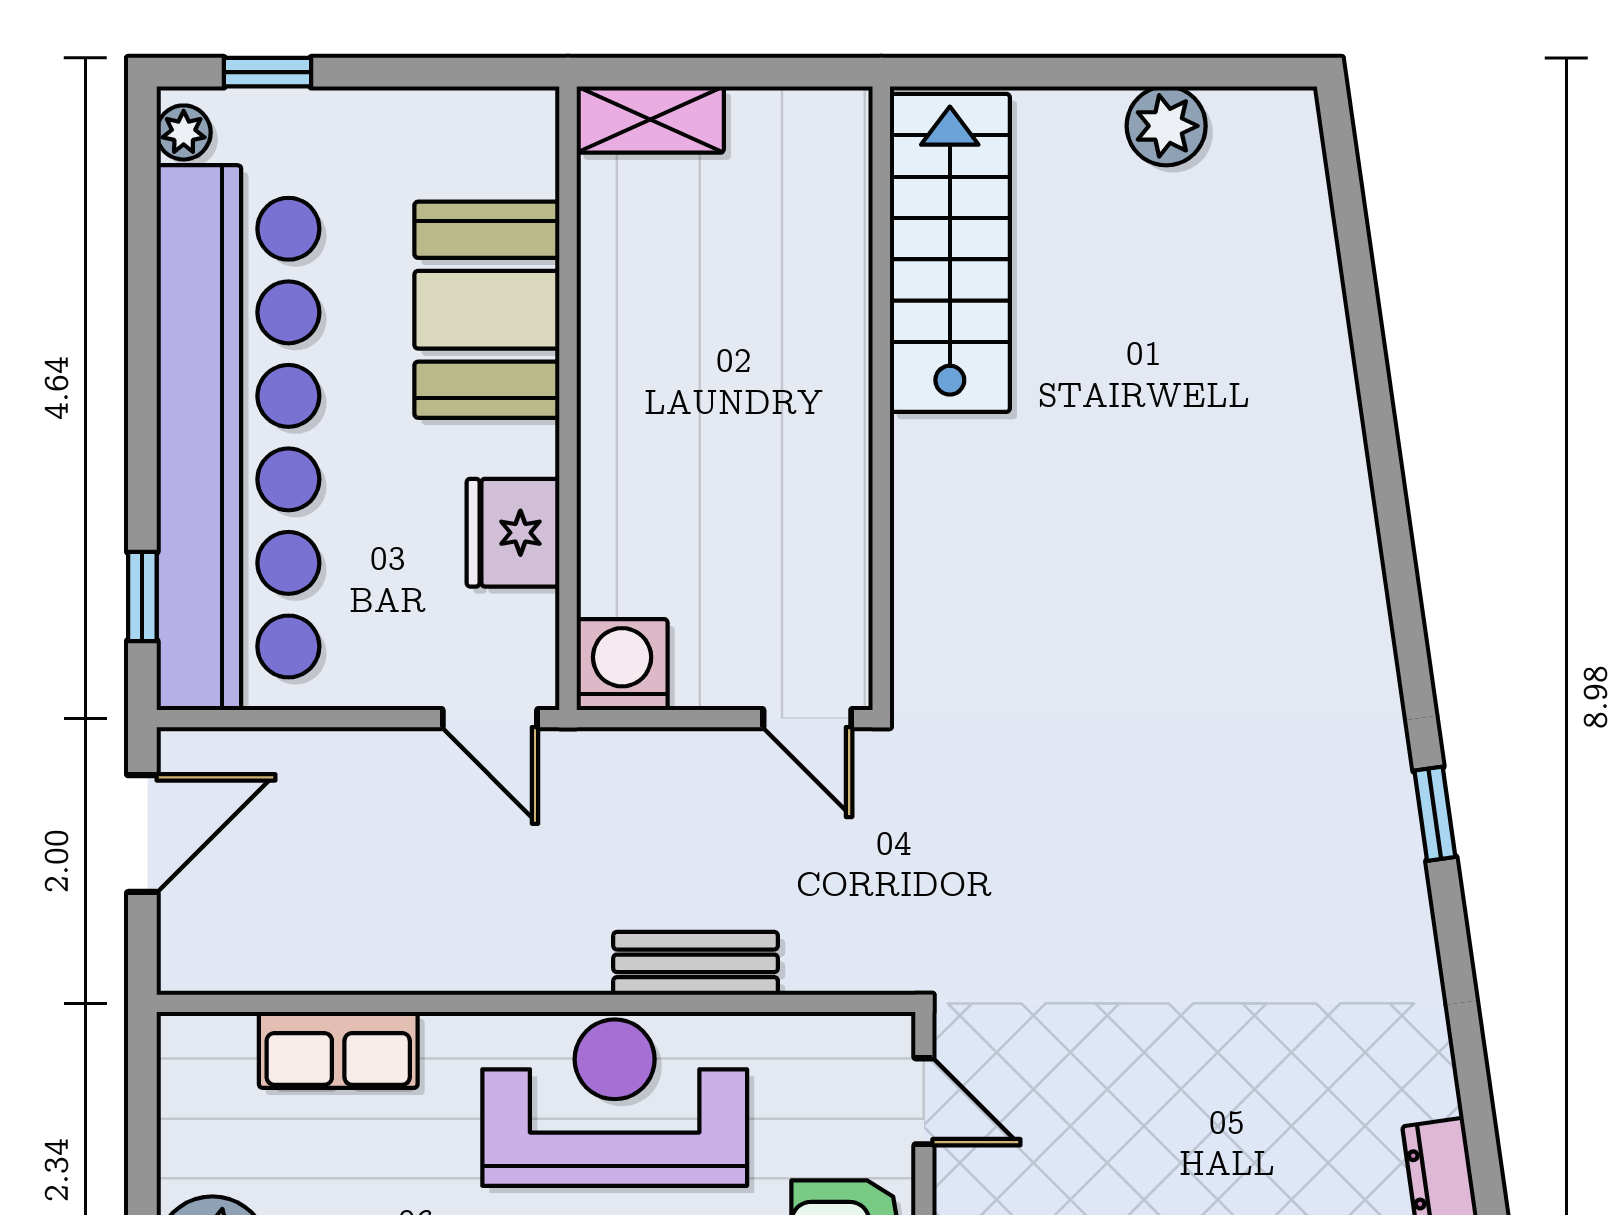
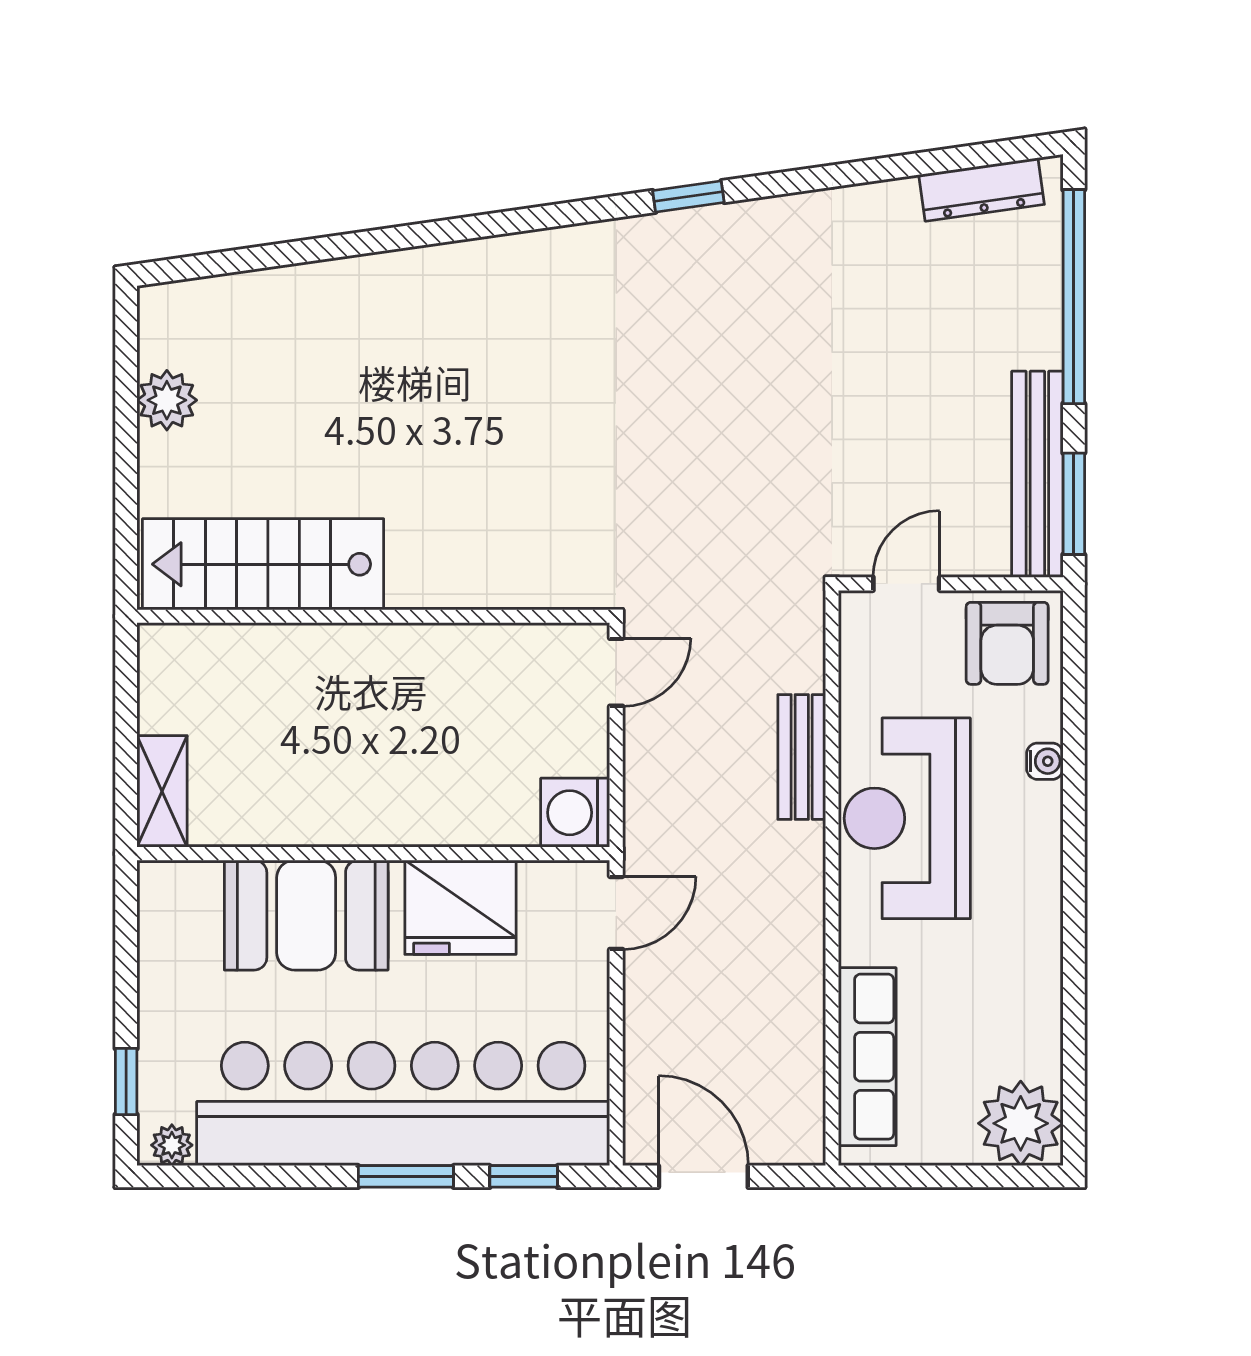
window: (142, 441) -> (406, 1176), added
fridge: (513, 533) -> (460, 907), width x1.36, depth x1.34
row of seats: (338, 1050) -> (867, 1057), width x1.48

